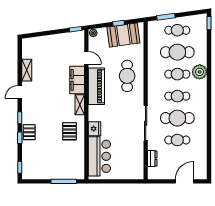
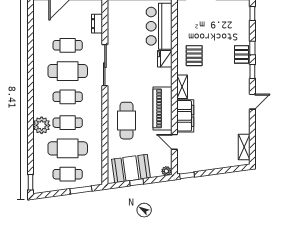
shelving: (27, 70) -> (244, 147), moved

